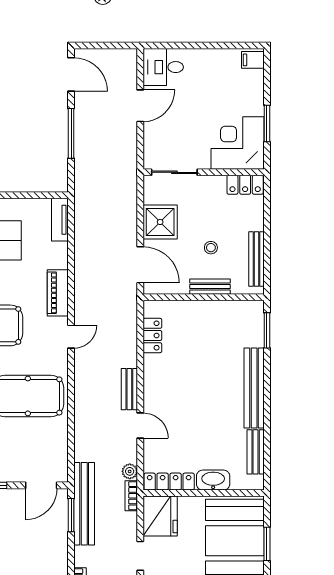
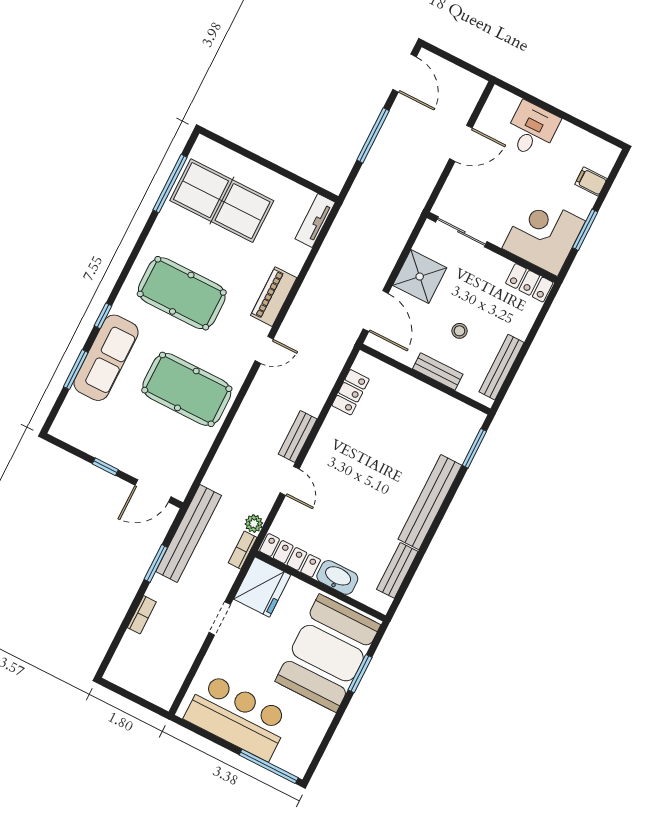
filing cabinet: (253, 60) -> (591, 182), moved
desk: (163, 67) -> (532, 130), moved, turned 90
window: (71, 515) -> (156, 563), moved

